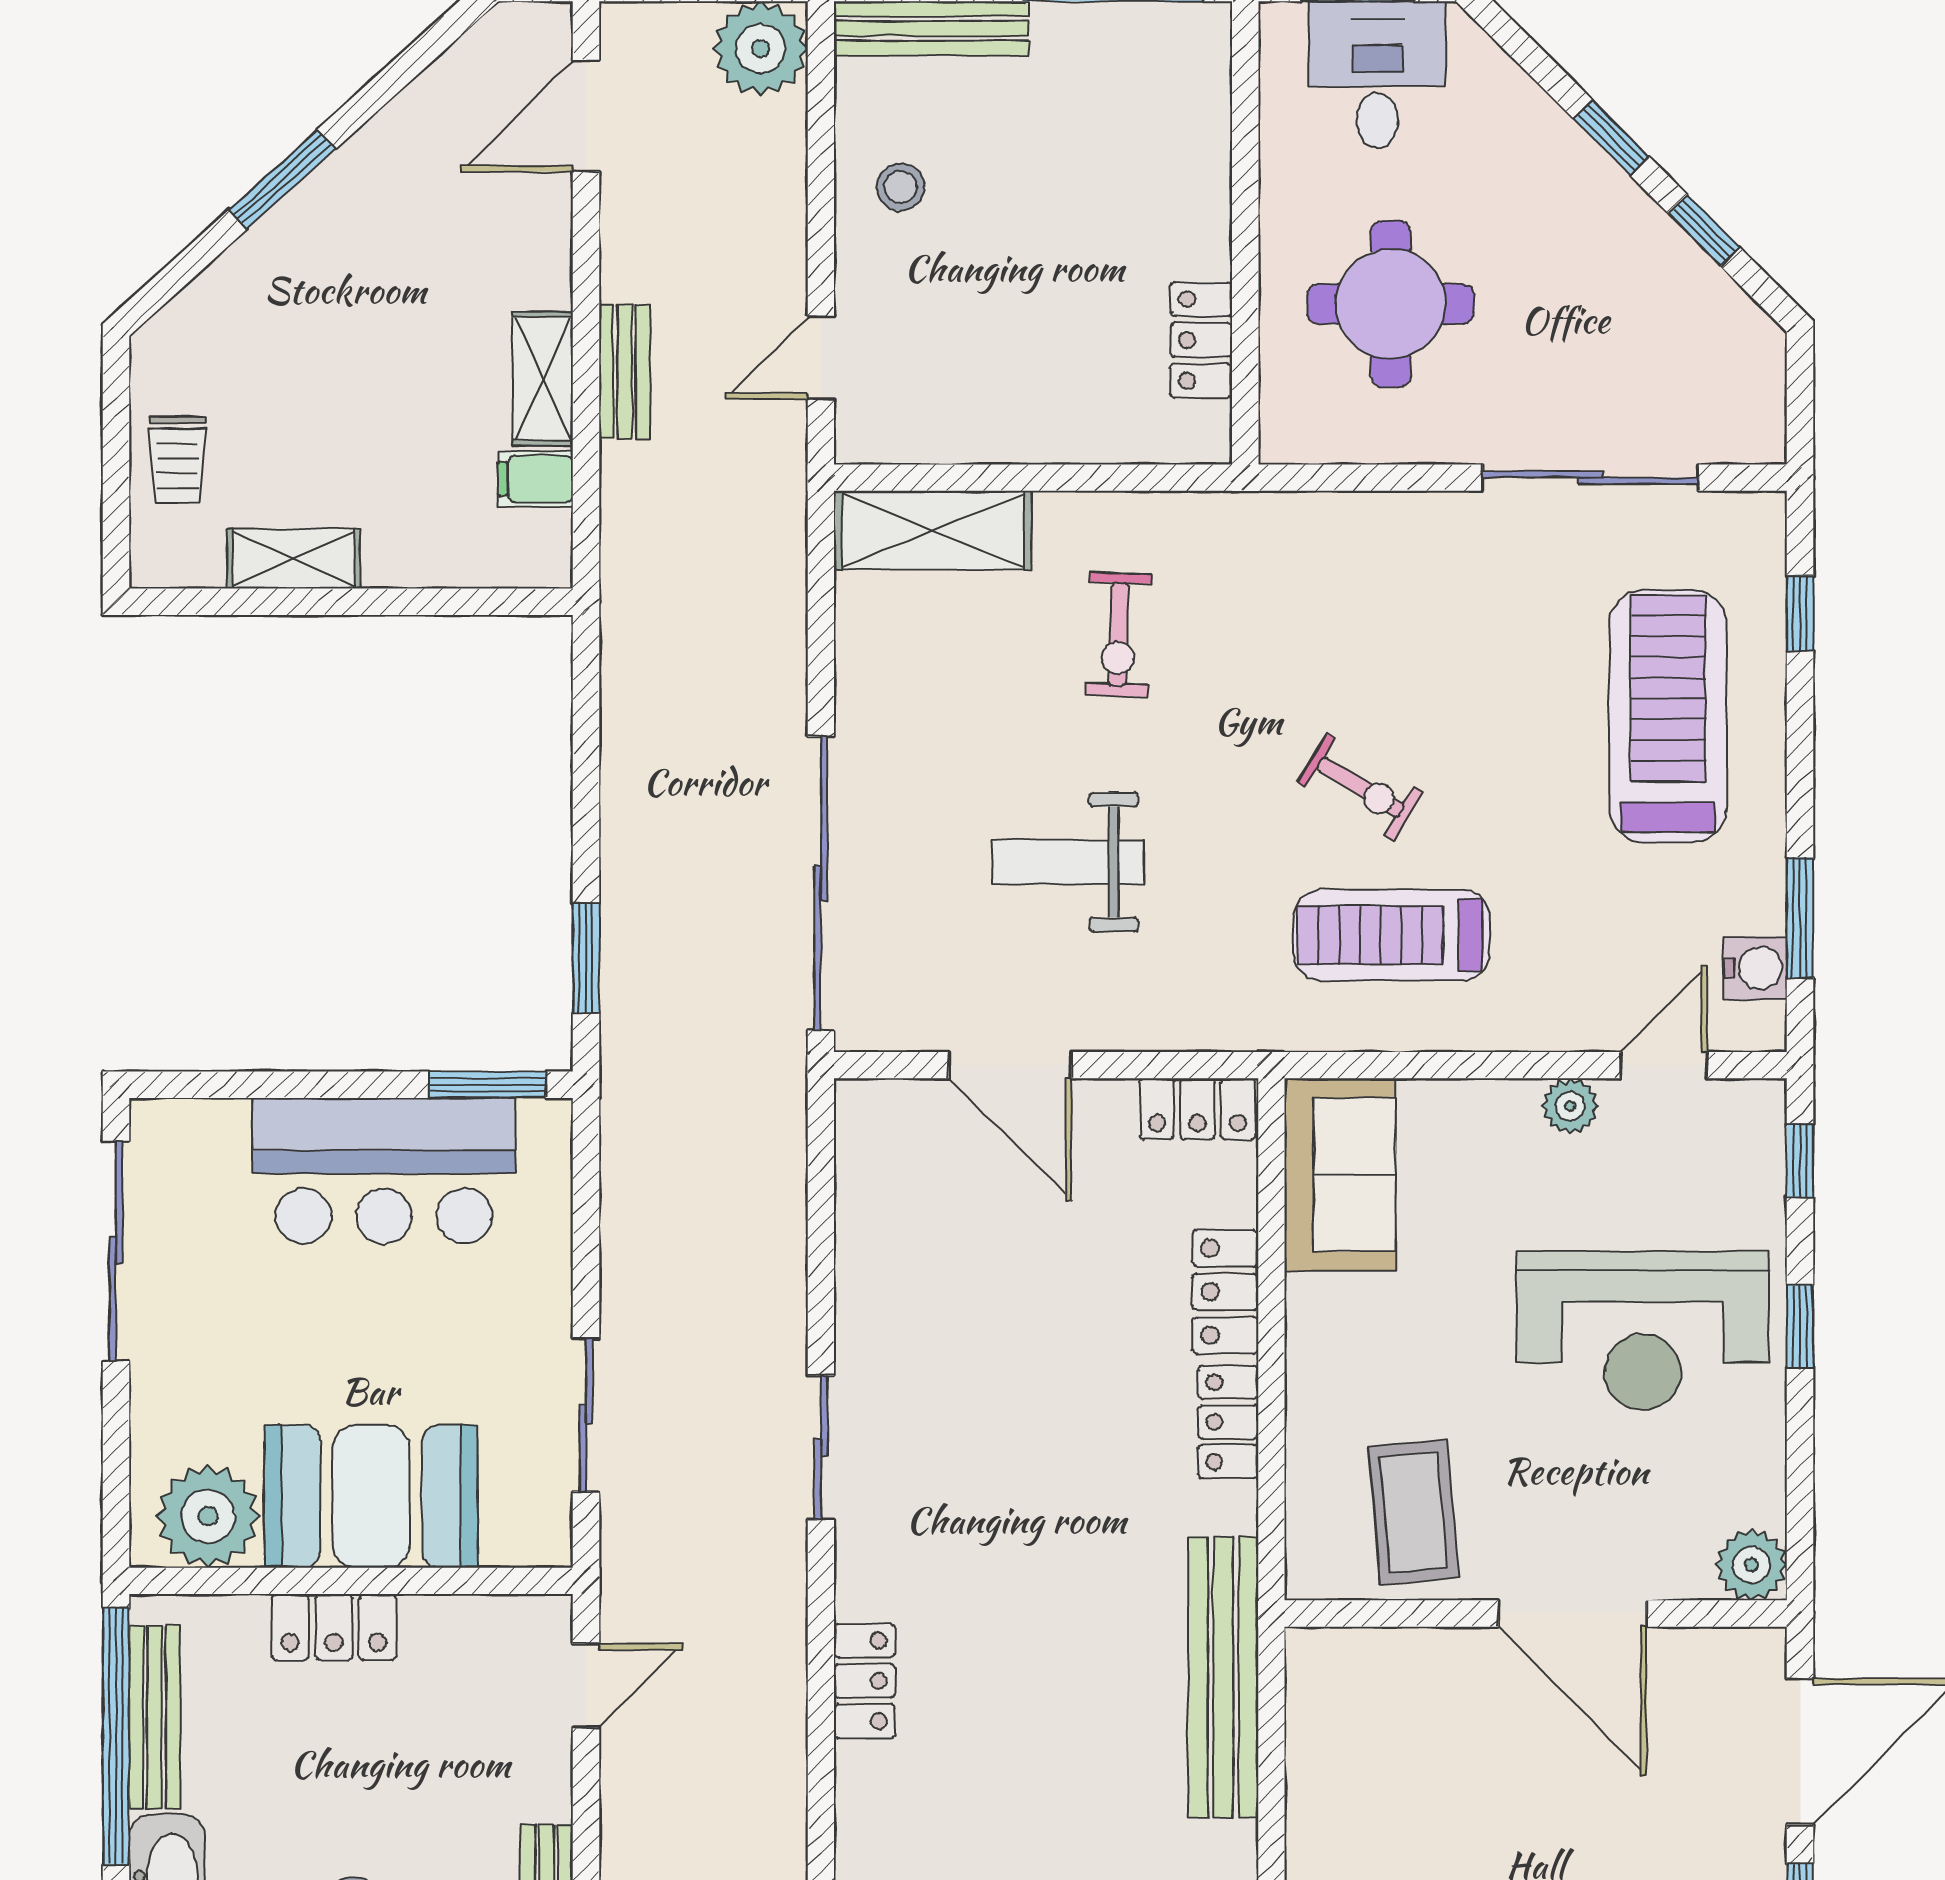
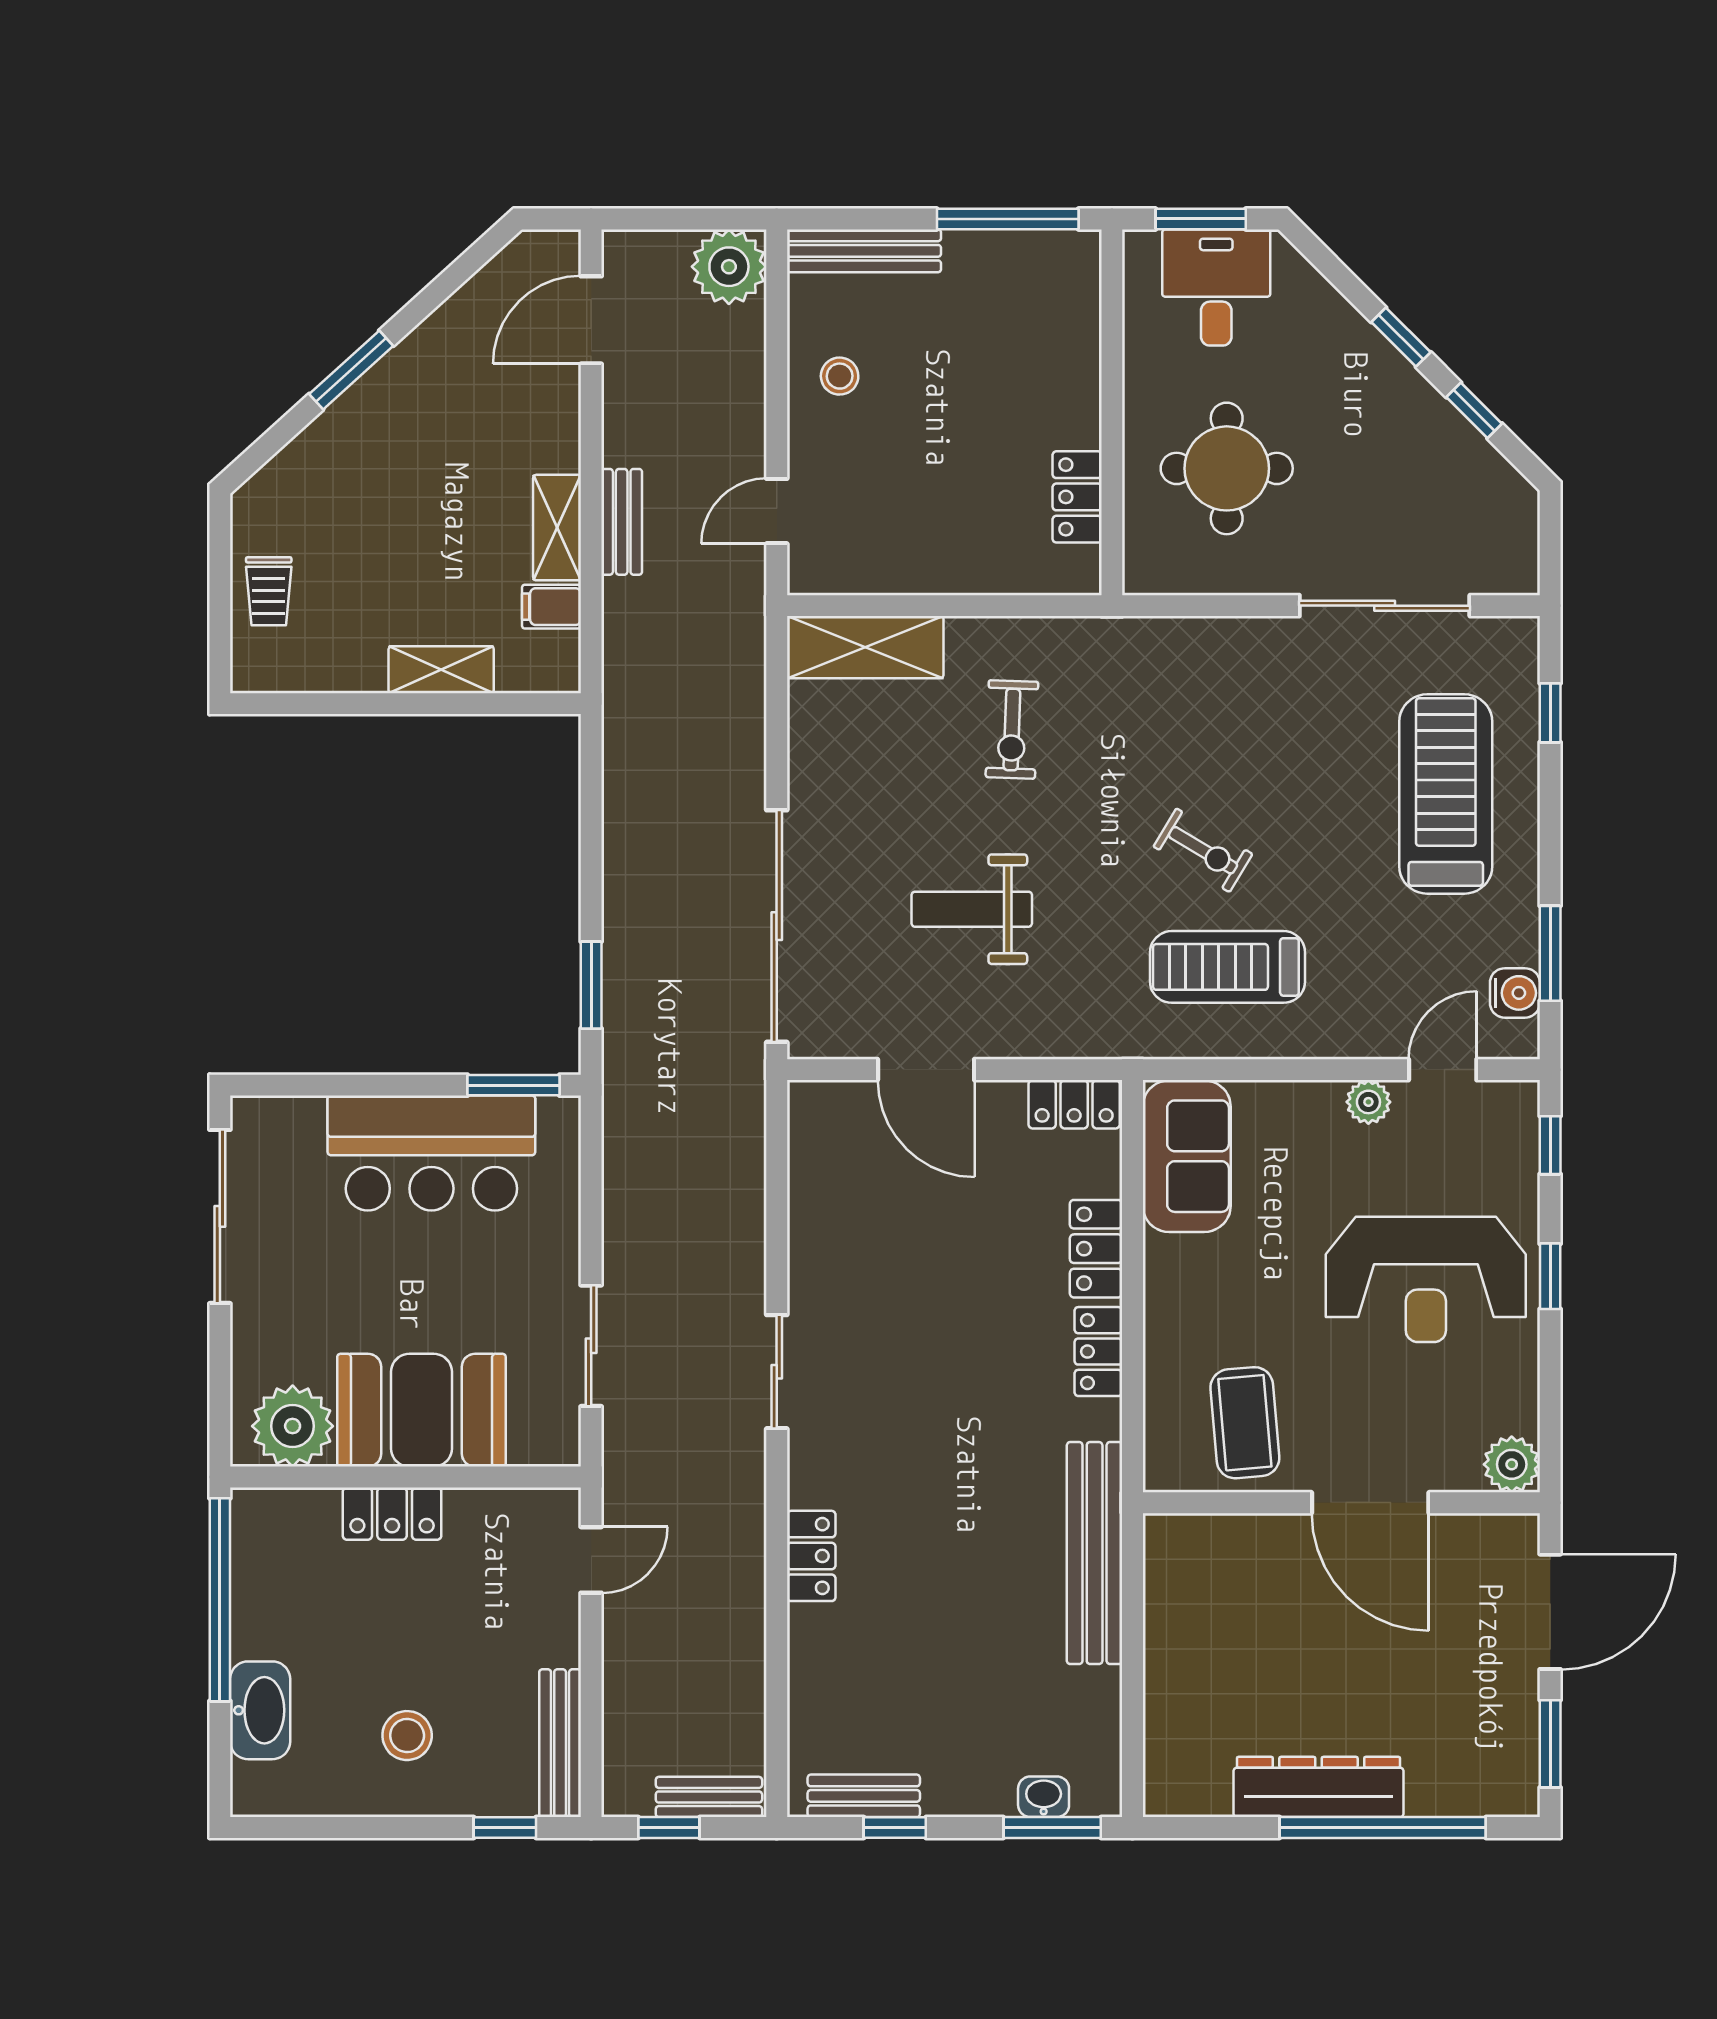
shelving: (294, 559) -> (441, 670), moved
bench: (155, 1717) -> (250, 1585), removed

